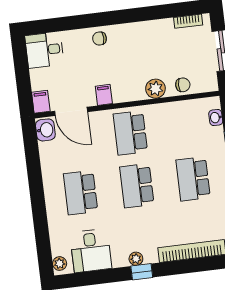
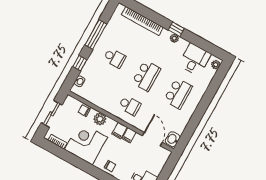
corner desk: (151, 45) -> (86, 143), added
filing cabinet: (41, 102) -> (119, 131), moved
school desk: (130, 133) -> (130, 106), width x0.54
school desk: (193, 179) -> (114, 58), width x0.54

